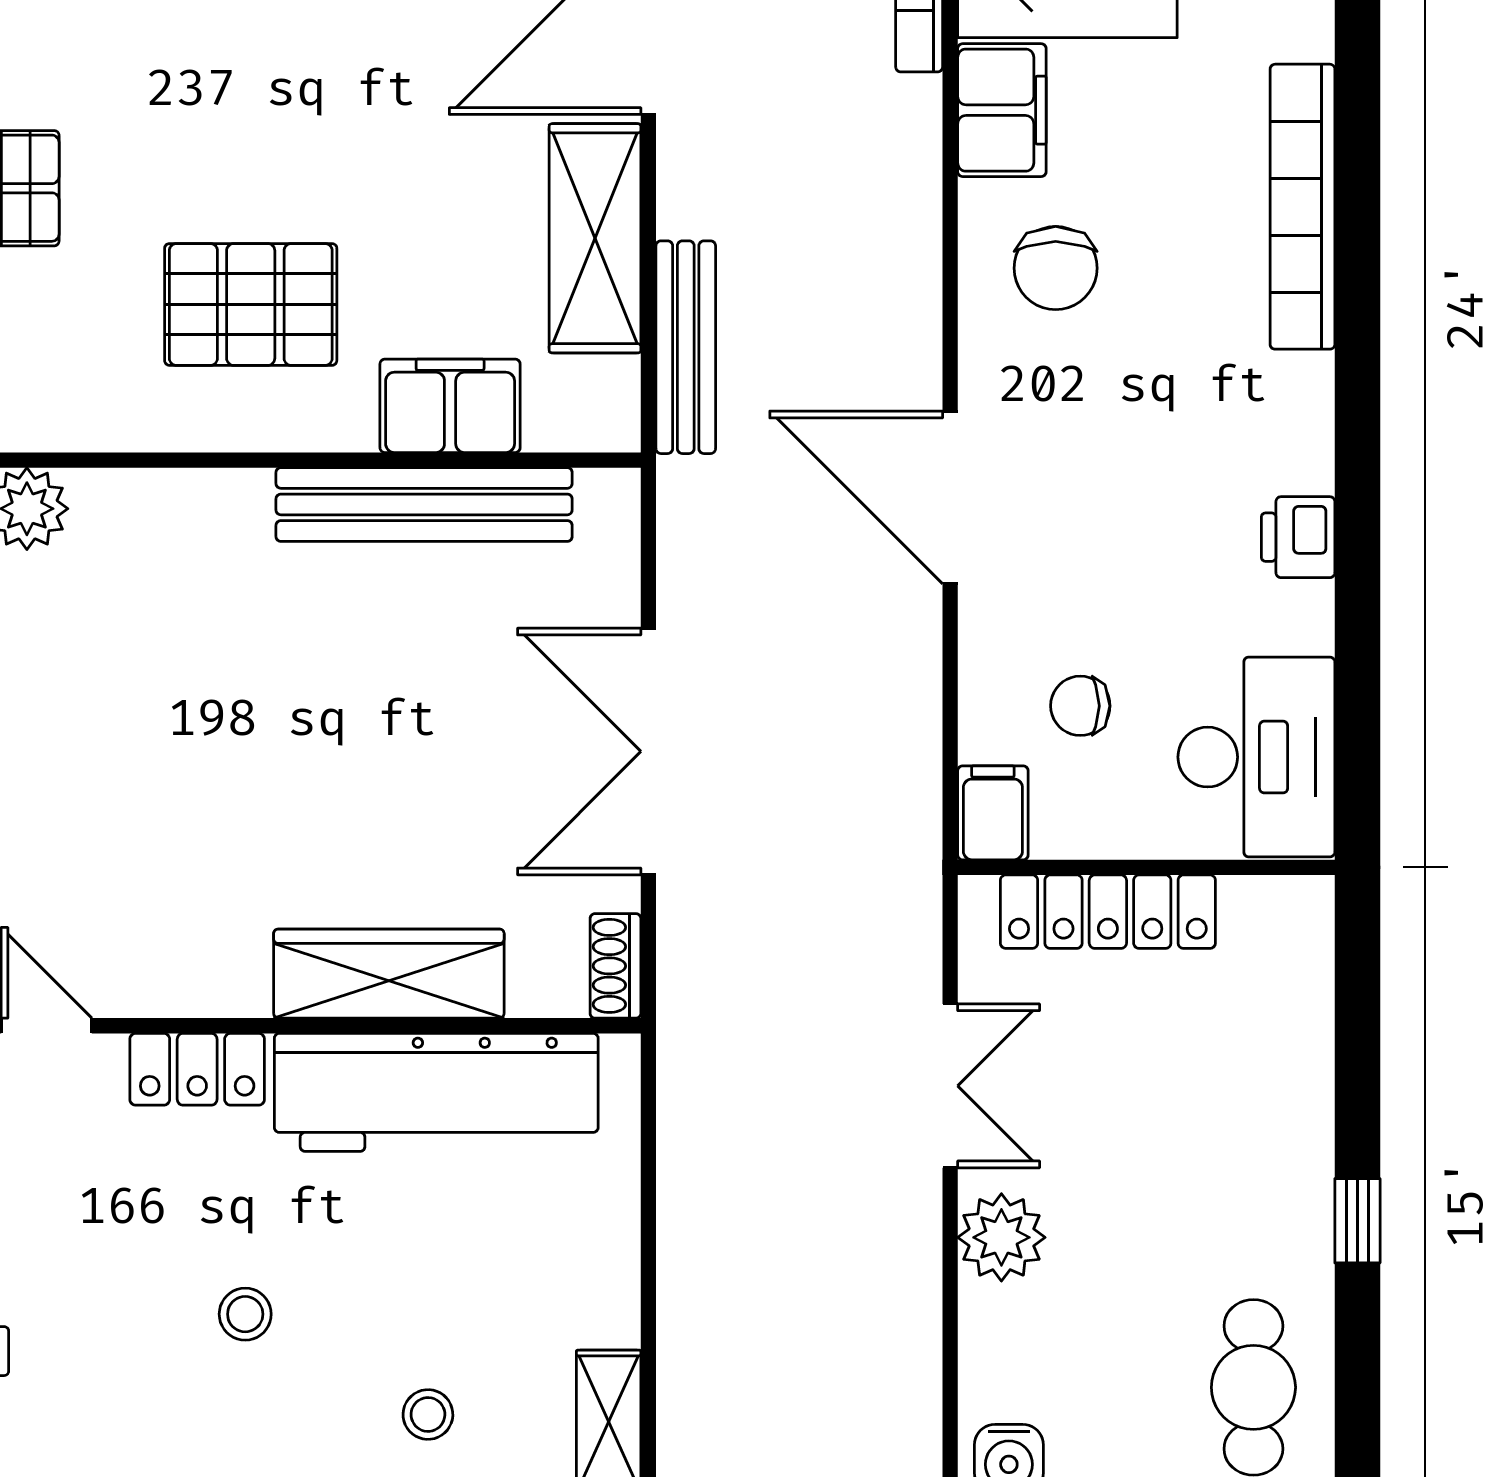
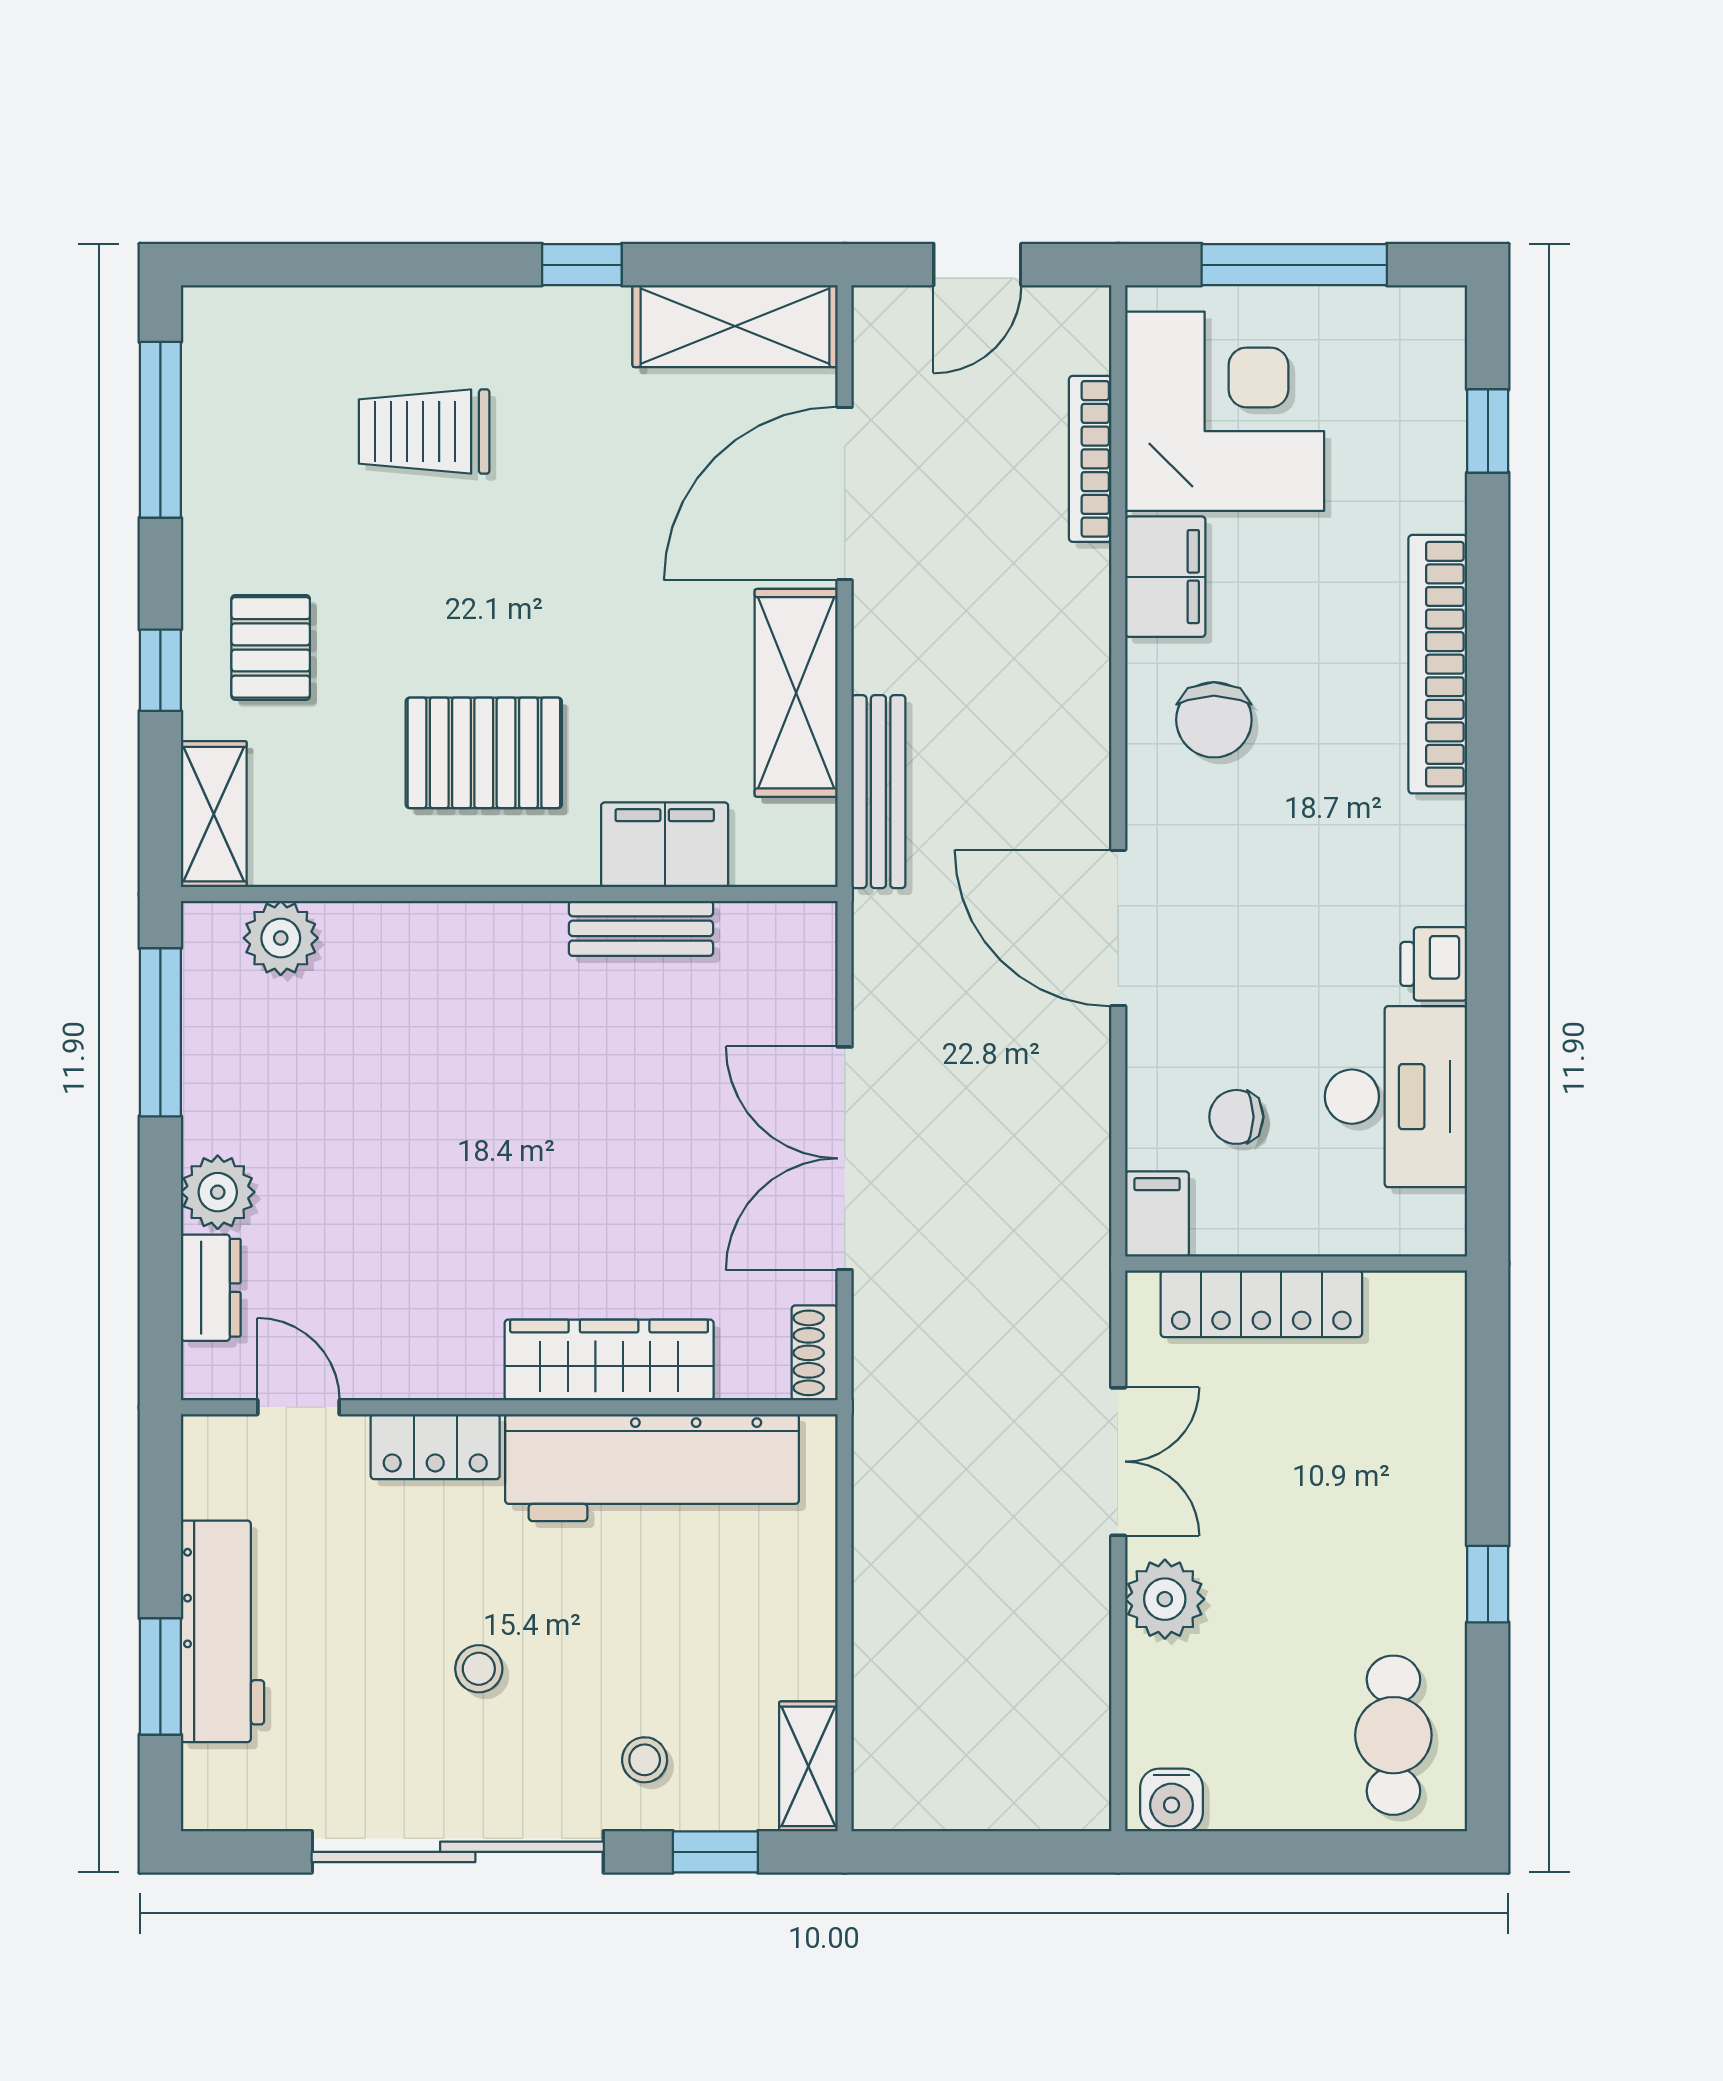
bench: (424, 504) -> (641, 928), width x0.54, depth x0.82
desk: (1256, 757) -> (1396, 1097), moved

